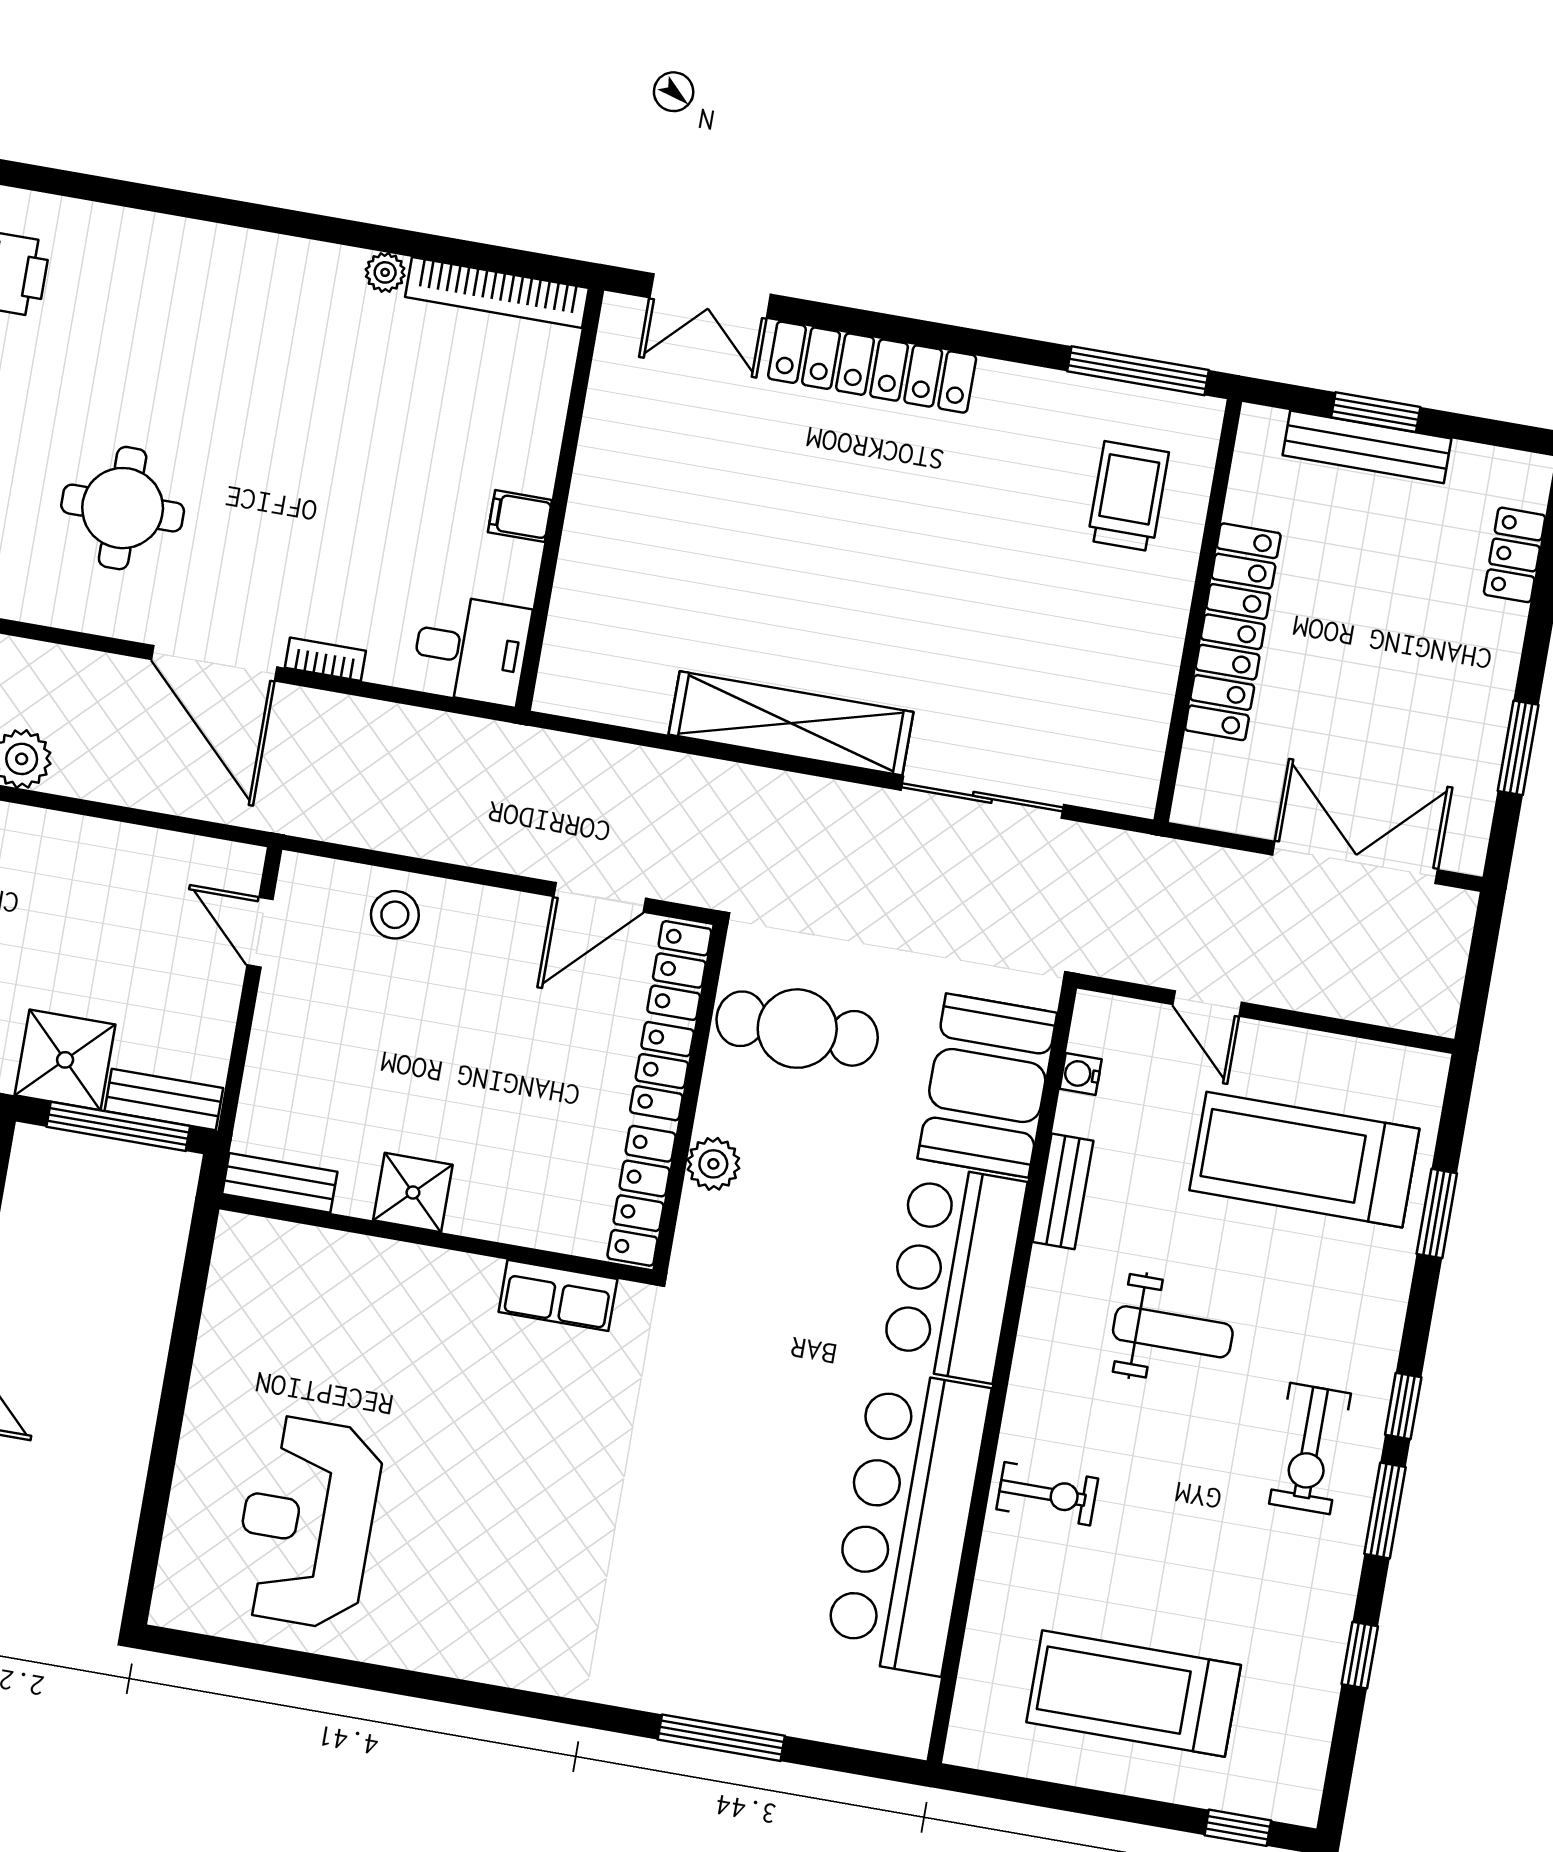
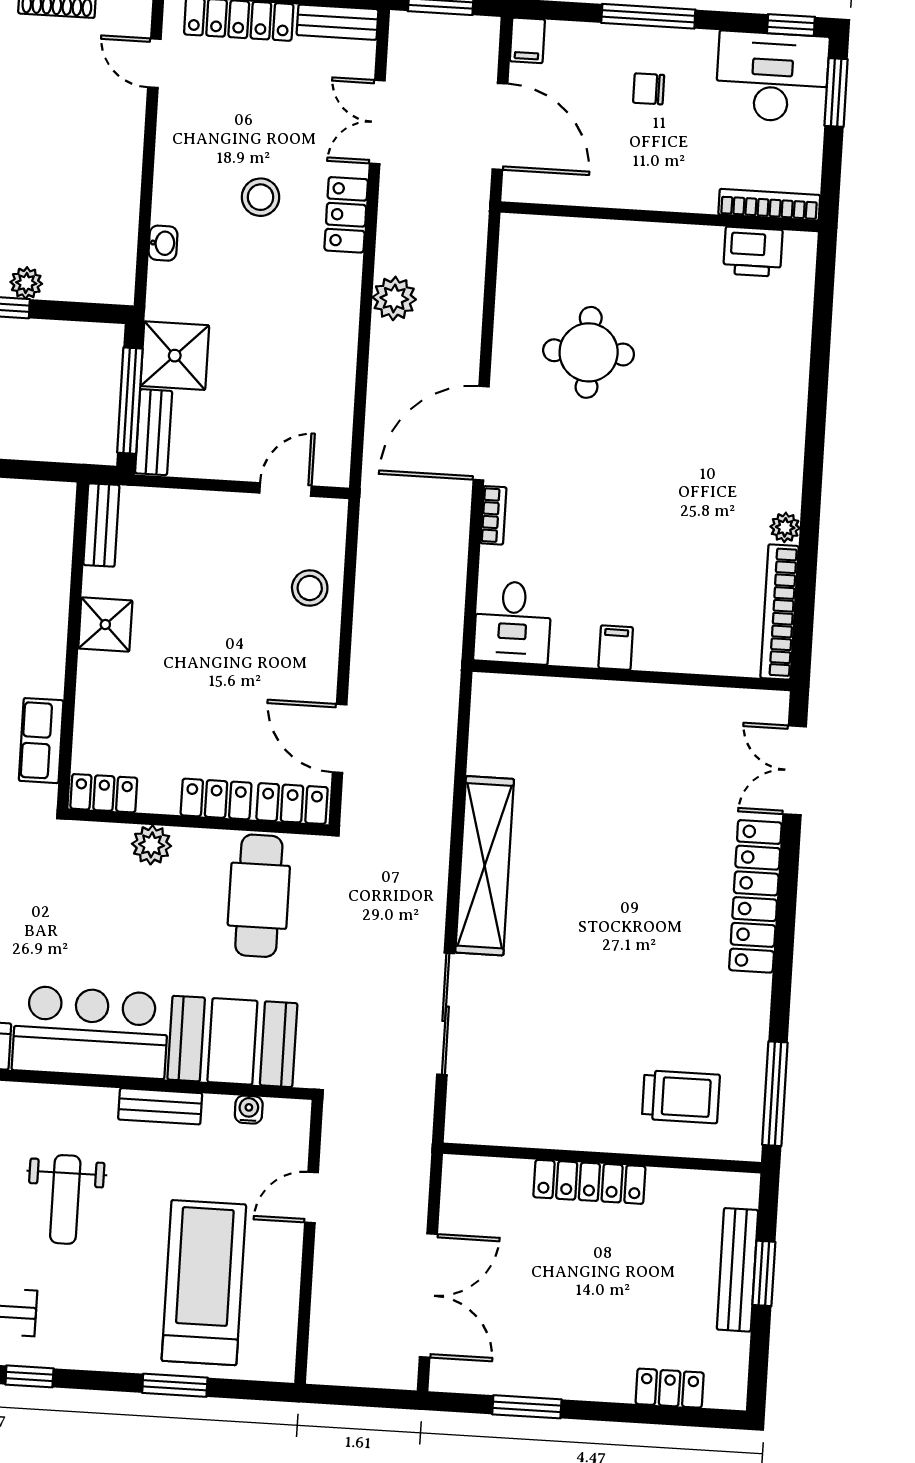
locker: (1233, 632) -> (589, 1182), width x0.71, depth x0.83
locker: (642, 1196) -> (104, 793), width x0.66

